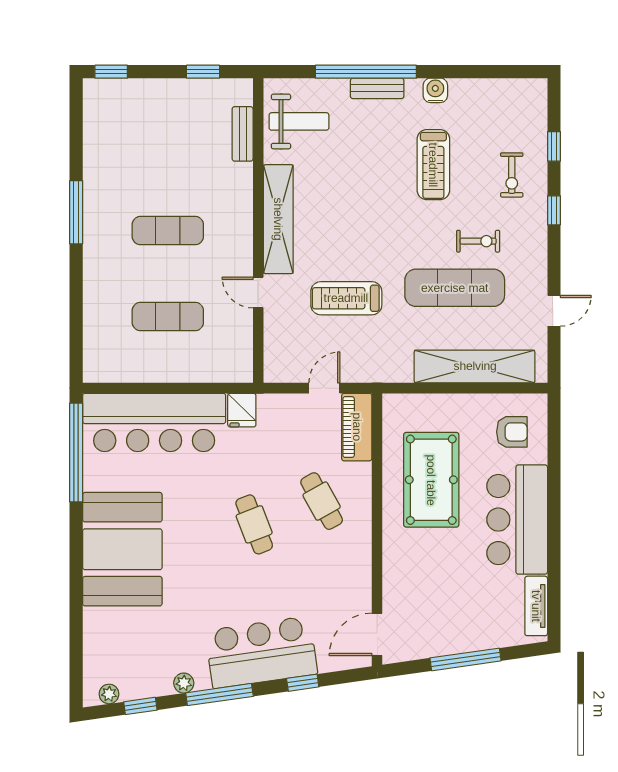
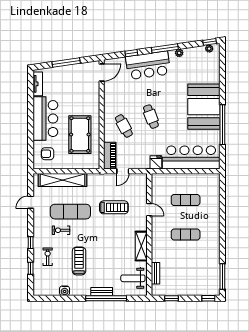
water cooler: (435, 90) -> (65, 291), moved
window: (76, 212) -> (222, 276), moved
shelving: (278, 219) -> (141, 246), width x0.68
window: (76, 453) -> (222, 125), moved
window: (140, 706) -> (210, 42), moved

